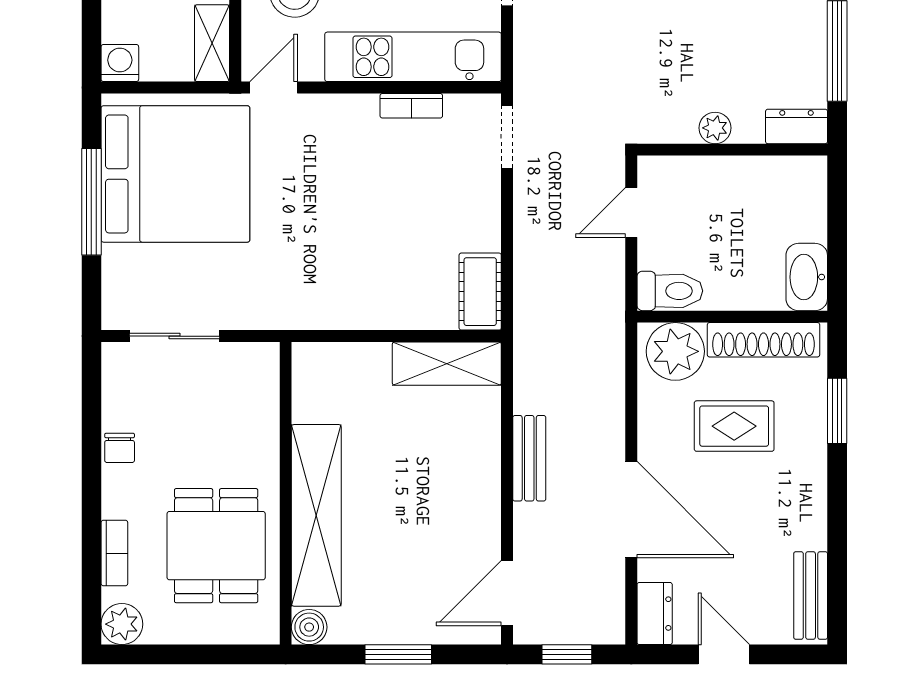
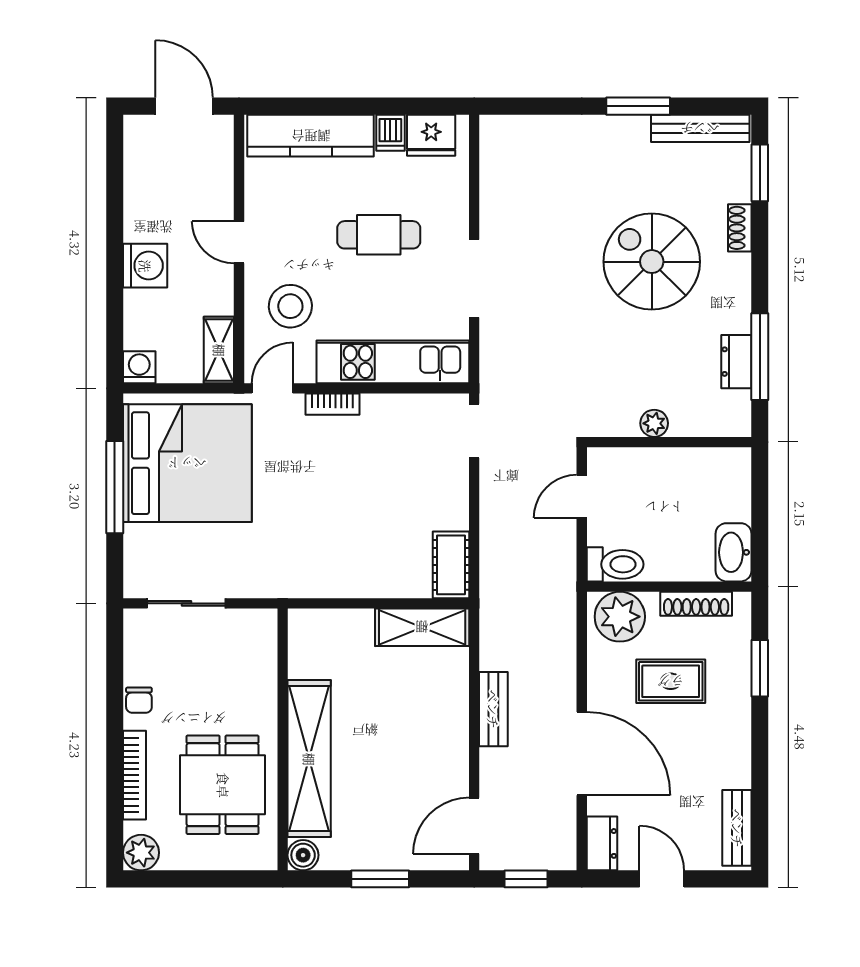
bookcase: (411, 106) -> (332, 404), moved
dresser: (797, 126) -> (736, 362), moved, turned -90
shoe rack: (764, 340) -> (696, 604), width x0.74, depth x0.81
bookcase: (114, 553) -> (135, 775), width x1.56

